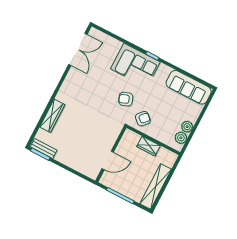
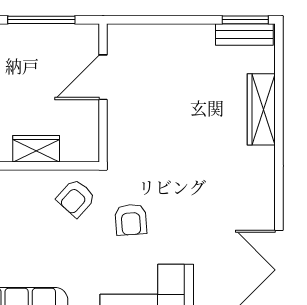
armchair: (126, 99) -> (131, 220), turned 107

